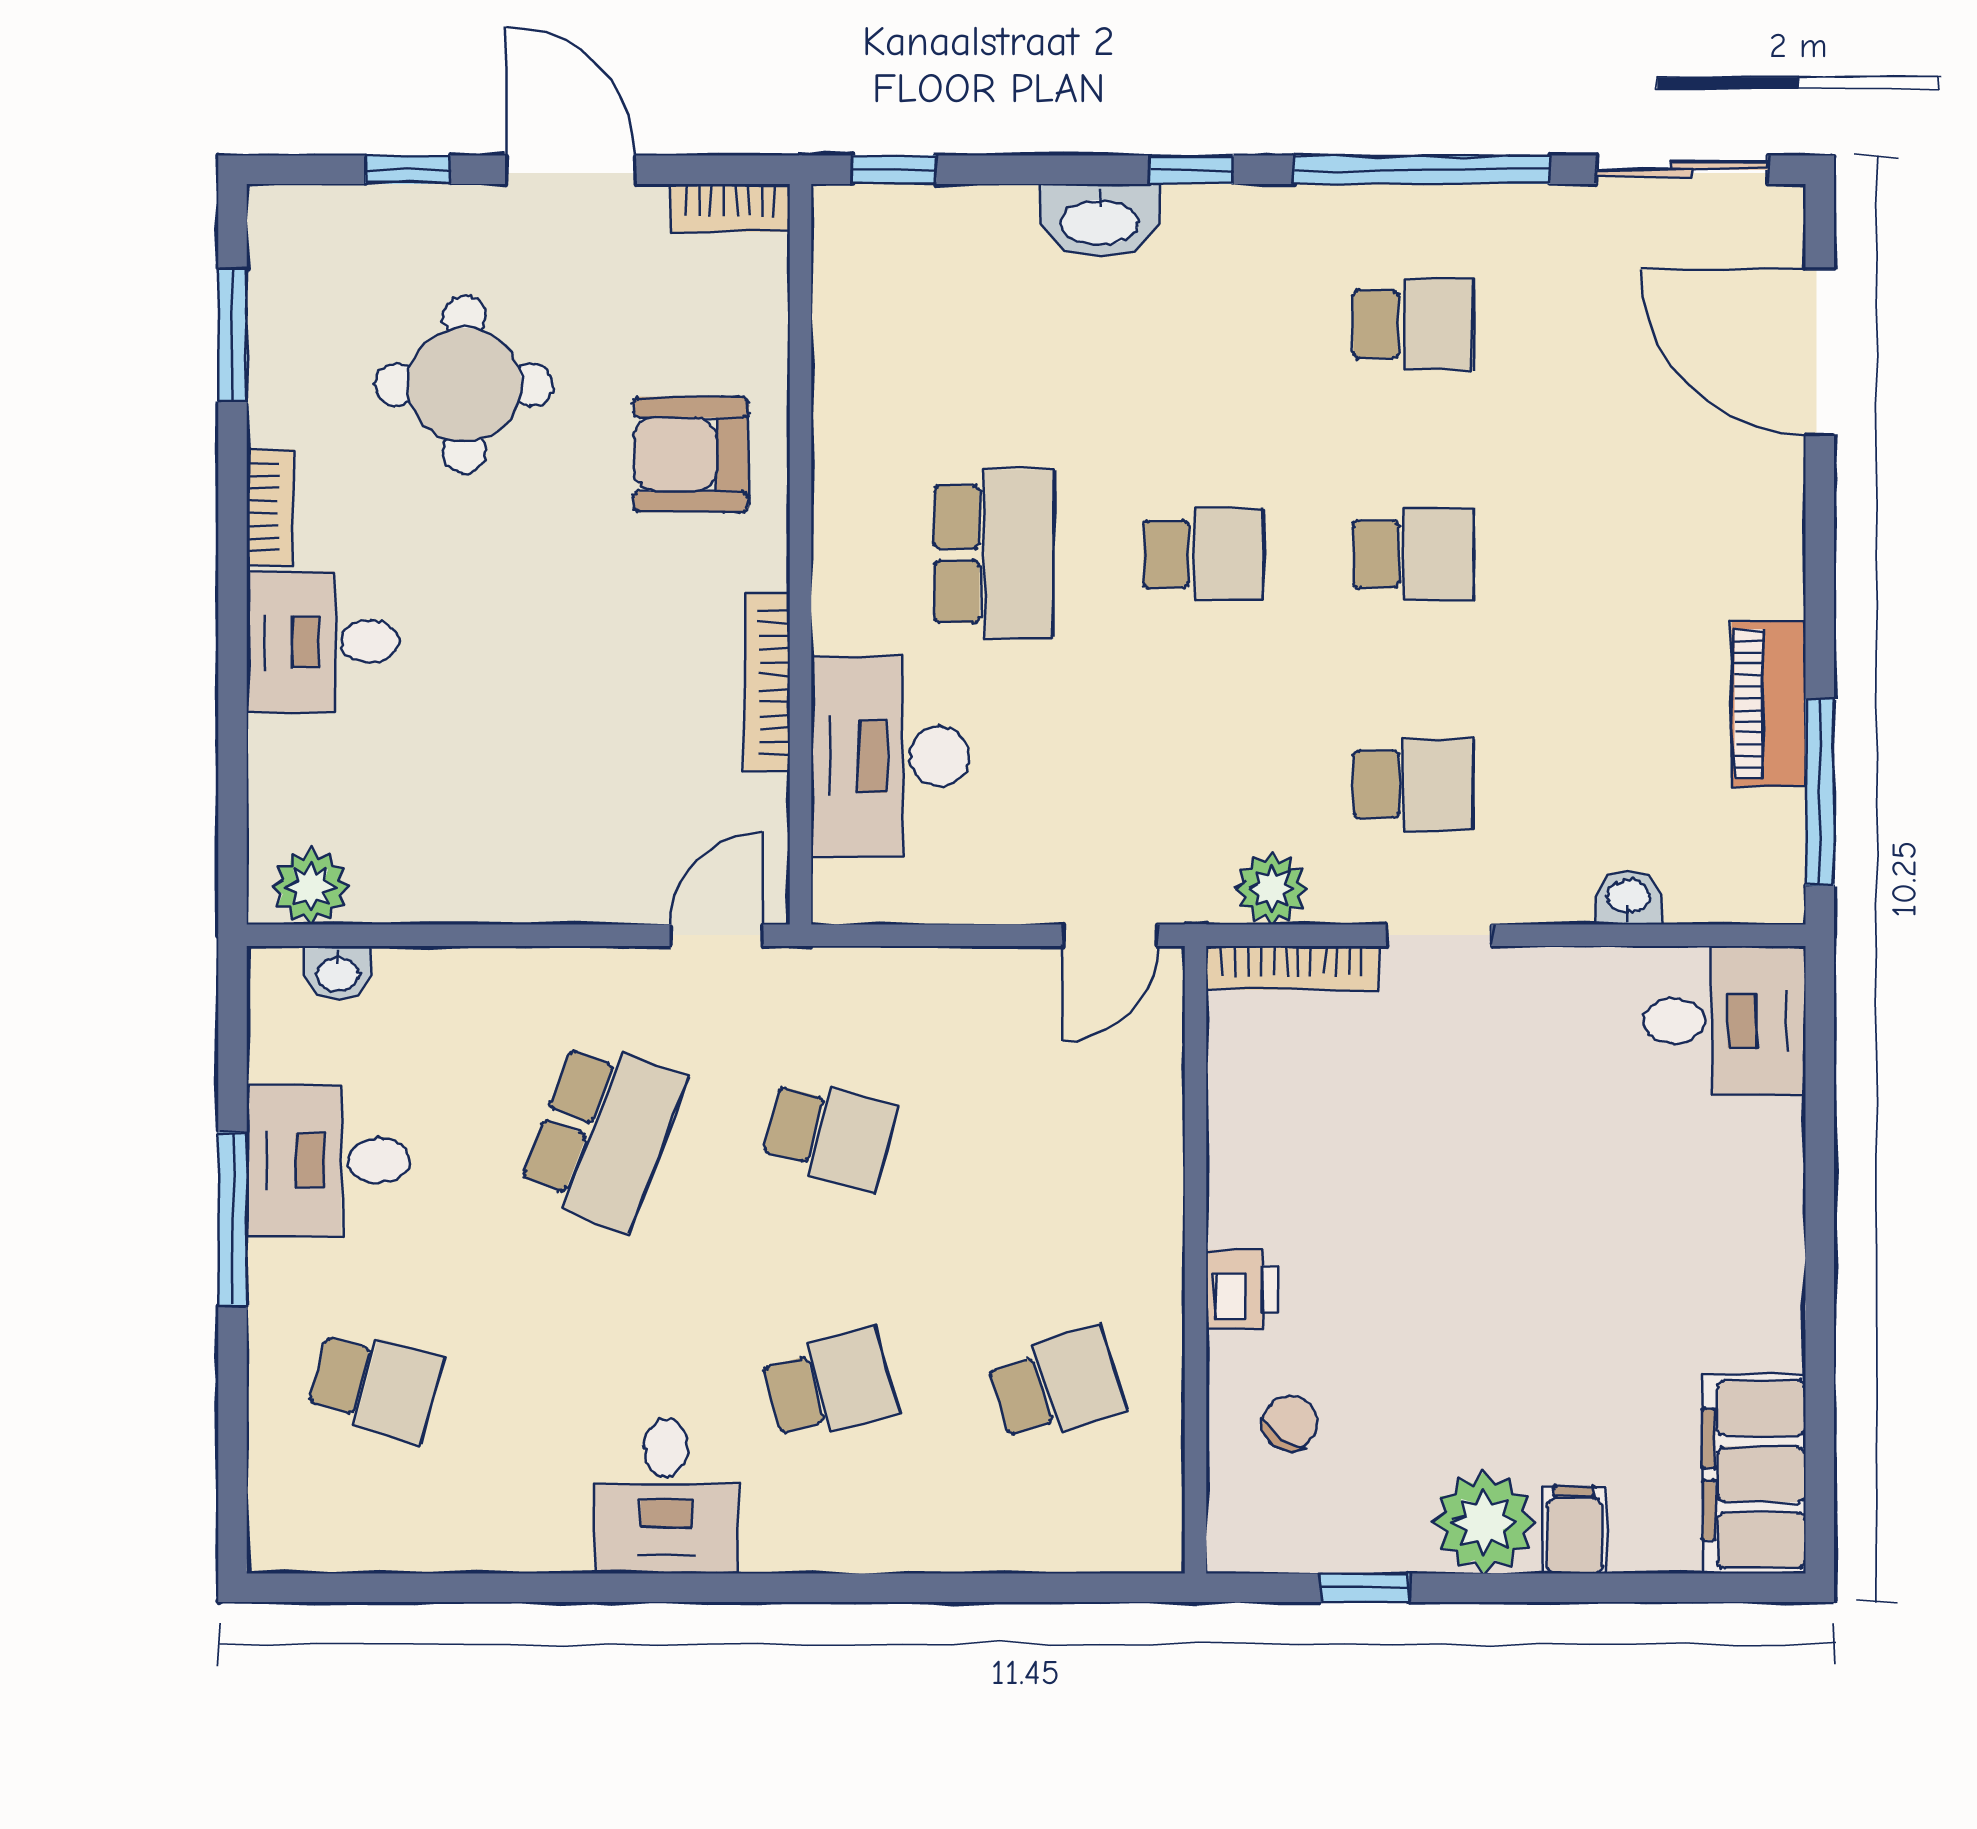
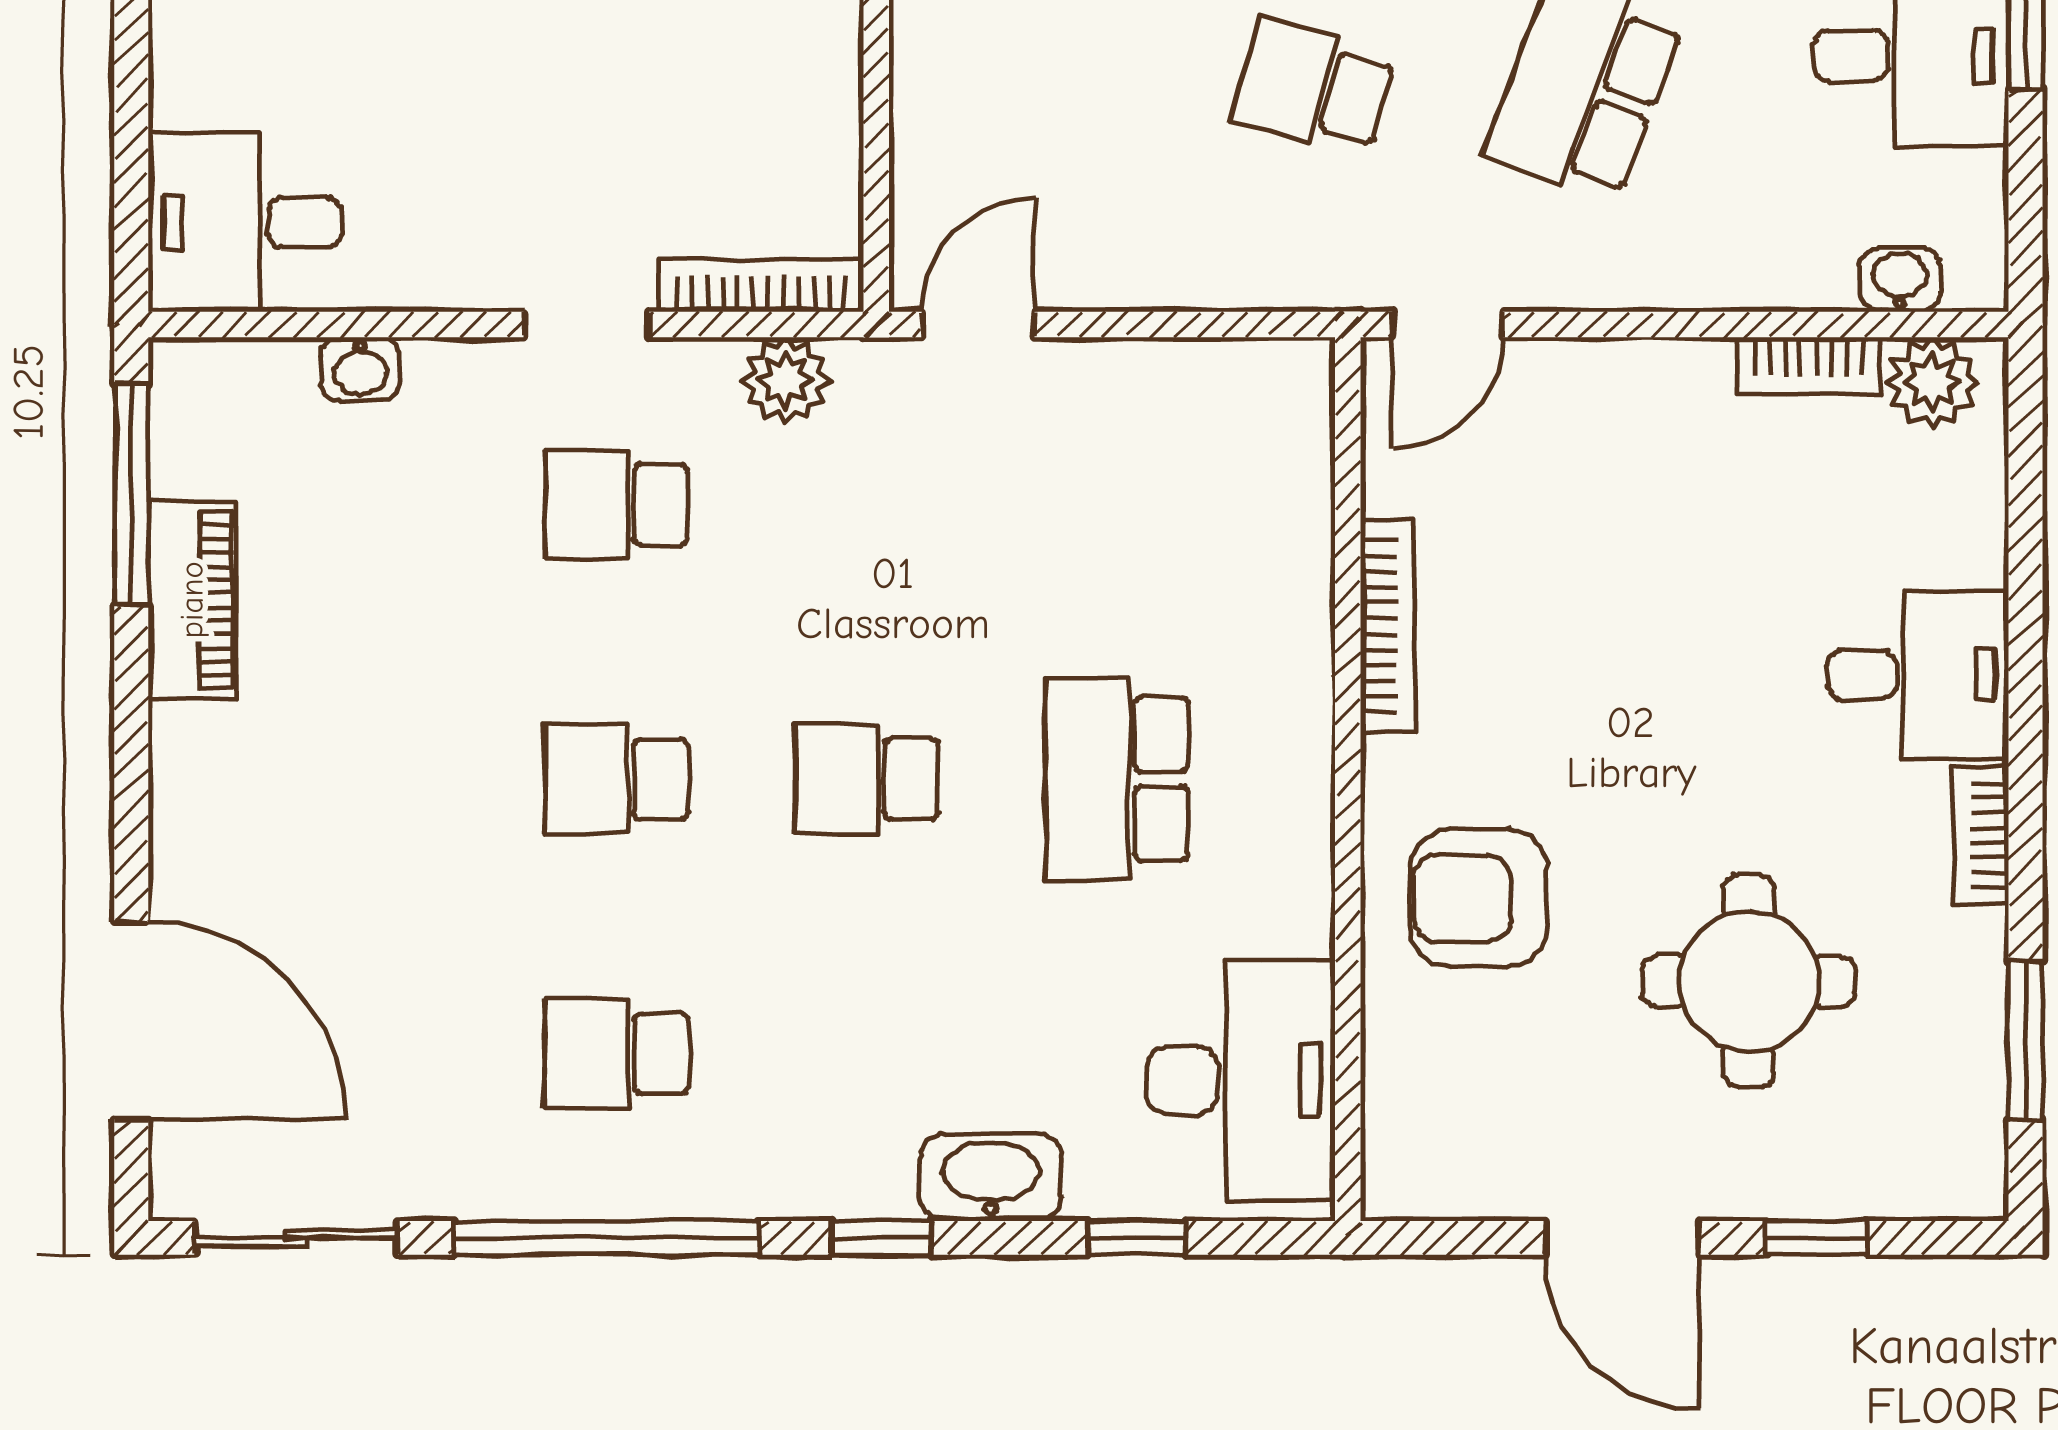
window: (894, 170) -> (1137, 1238), moved
bookcase: (730, 208) -> (1808, 366), moved, turned 180
armchair: (691, 454) -> (1479, 898), turned 180
desk: (890, 757) -> (1241, 1081), moved

